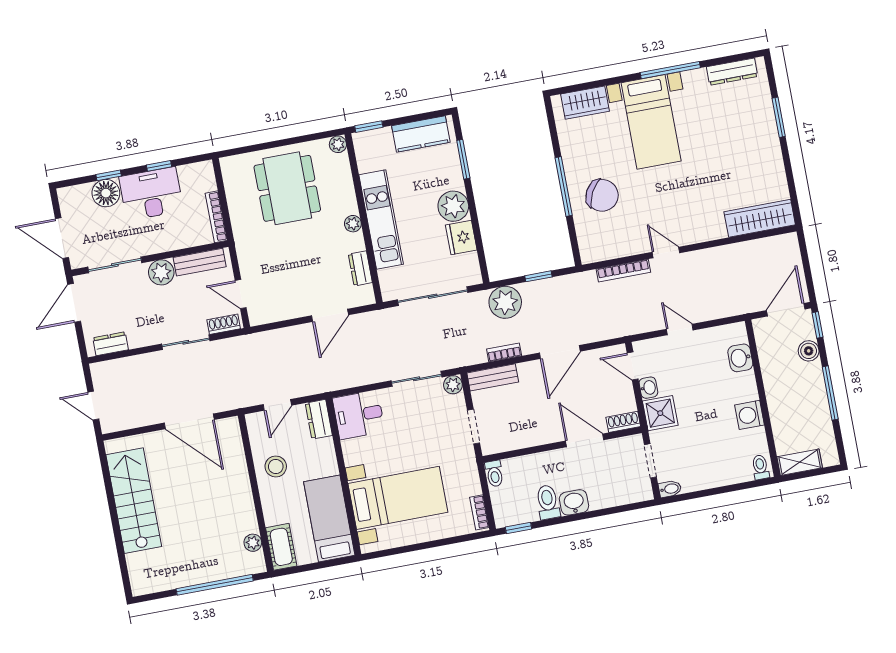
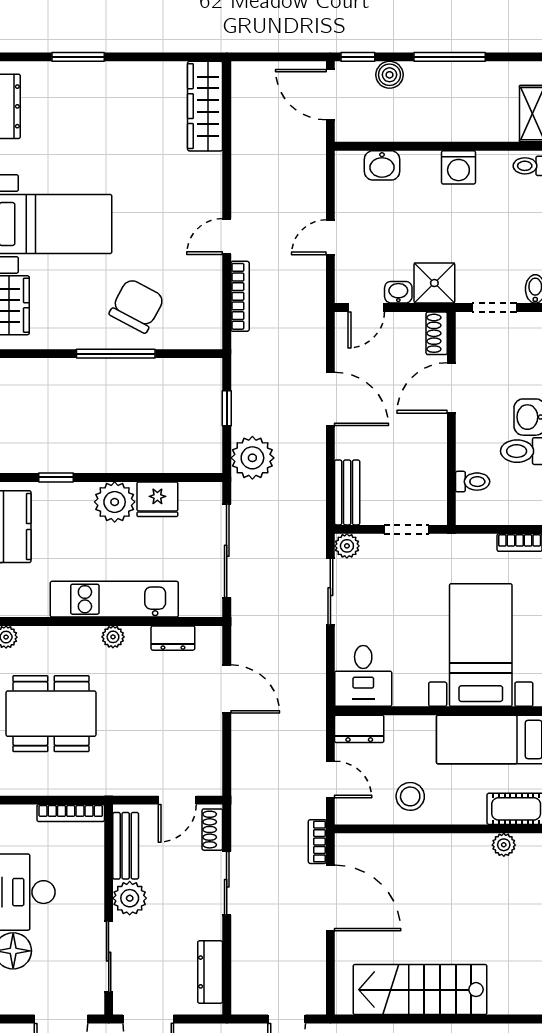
window: (463, 159) -> (56, 477), width x0.67
dresser: (111, 344) -> (210, 972), width x1.44
bookcase: (504, 352) -> (317, 842), moved
door: (189, 421) -> (330, 898), hinge flipped
toilet: (494, 474) -> (473, 482), moved

